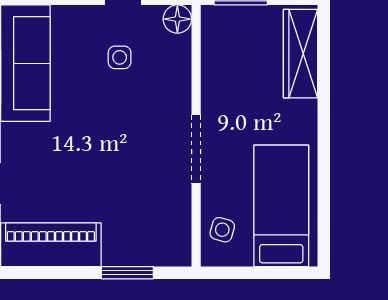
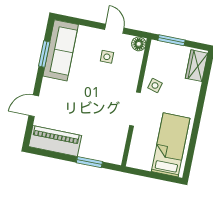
wardrobe: (301, 54) -> (197, 66), width x0.67
side table: (222, 230) -> (155, 85), moved

